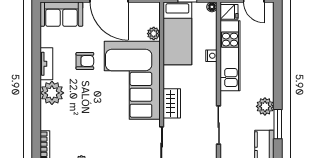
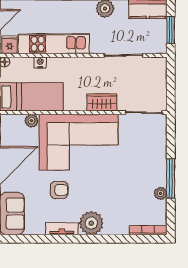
nightstand: (211, 56) -> (40, 62), moved
armchair: (85, 61) -> (59, 190), turned 90

